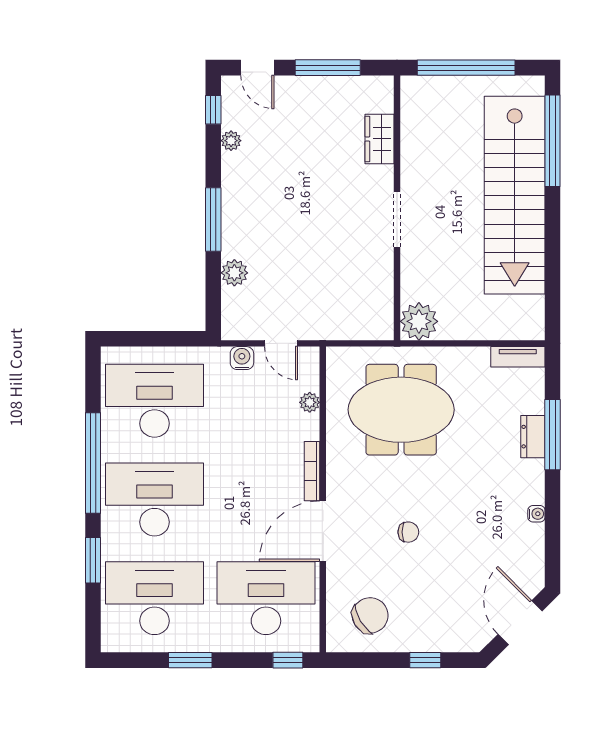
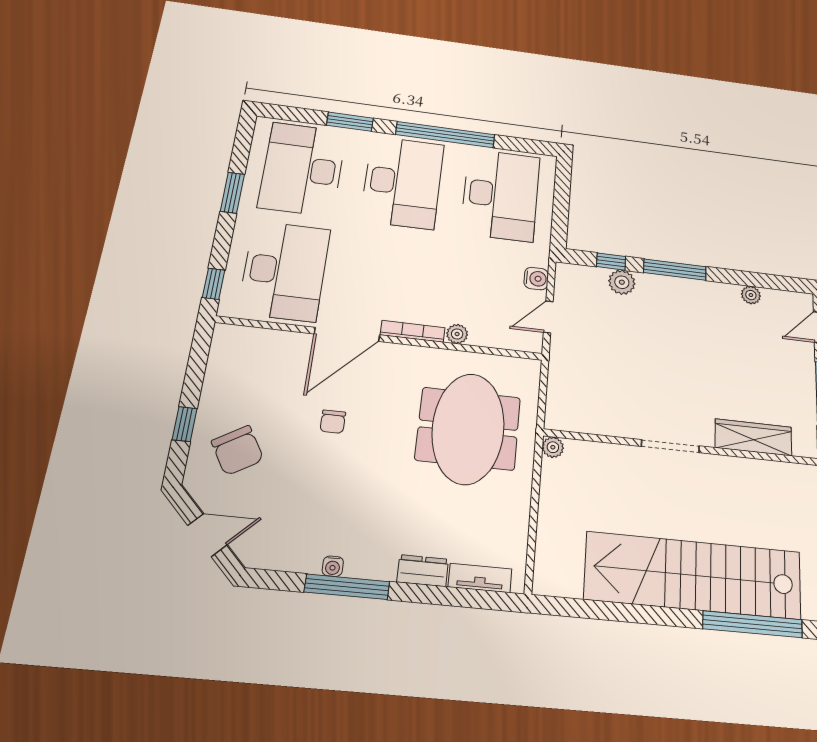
window: (213, 110) -> (611, 262), moved
wardrobe: (379, 139) -> (753, 437), width x1.50
plant: (419, 321) -> (553, 447), width x0.53, depth x0.53
tv unit: (518, 357) -> (480, 578), moved, turned 90
plant: (310, 402) -> (457, 334), moved
window: (553, 435) -> (347, 587), moved
door: (323, 531) -> (347, 334), swing flipped
desk: (154, 598) -> (303, 169), turned 180
chair: (370, 615) -> (237, 450), moved
door: (520, 623) -> (207, 535), width x0.73

